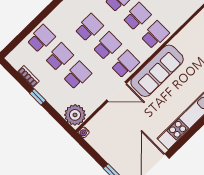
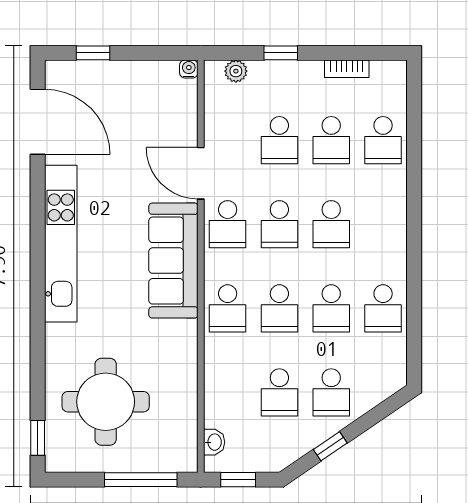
door: (117, 92) -> (201, 173), hinge flipped
window: (38, 97) -> (281, 53), moved
plant: (75, 115) -> (236, 71), width x0.53, depth x0.53

